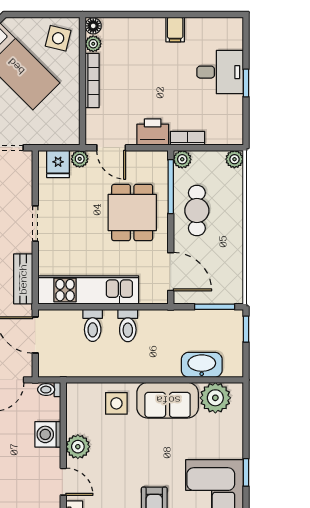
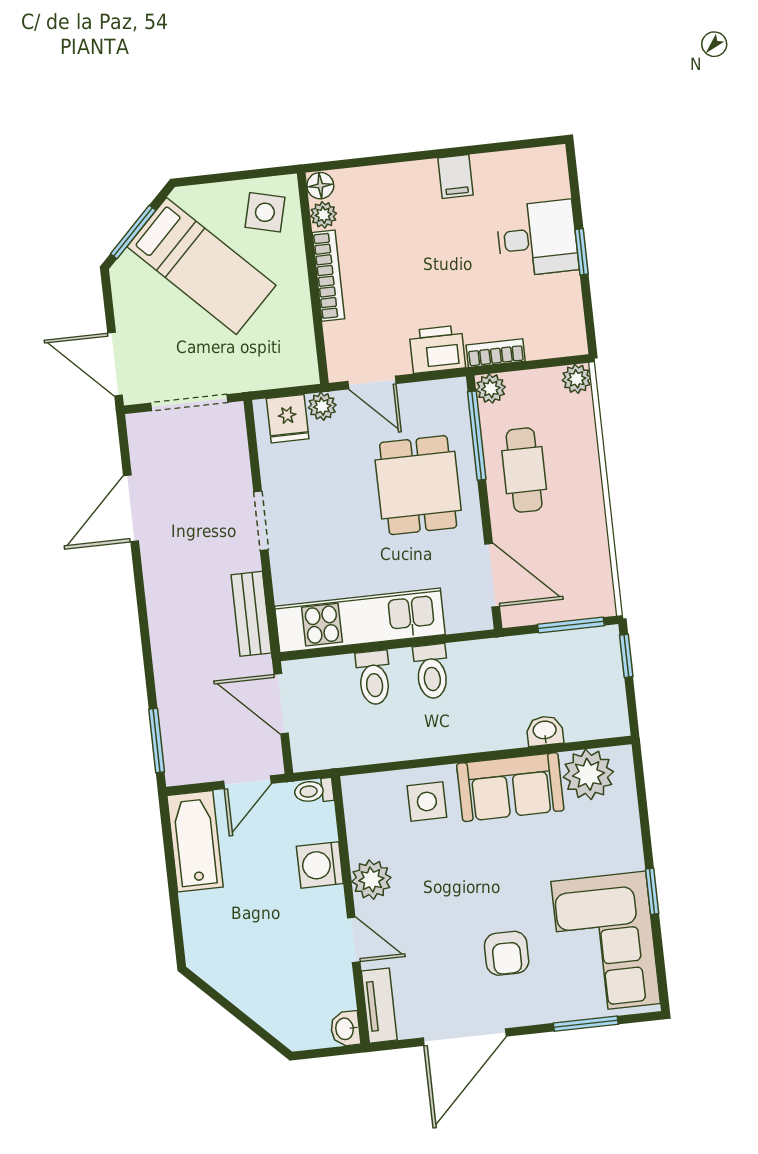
washbasin: (202, 365) -> (545, 731), width x0.52, depth x0.69

